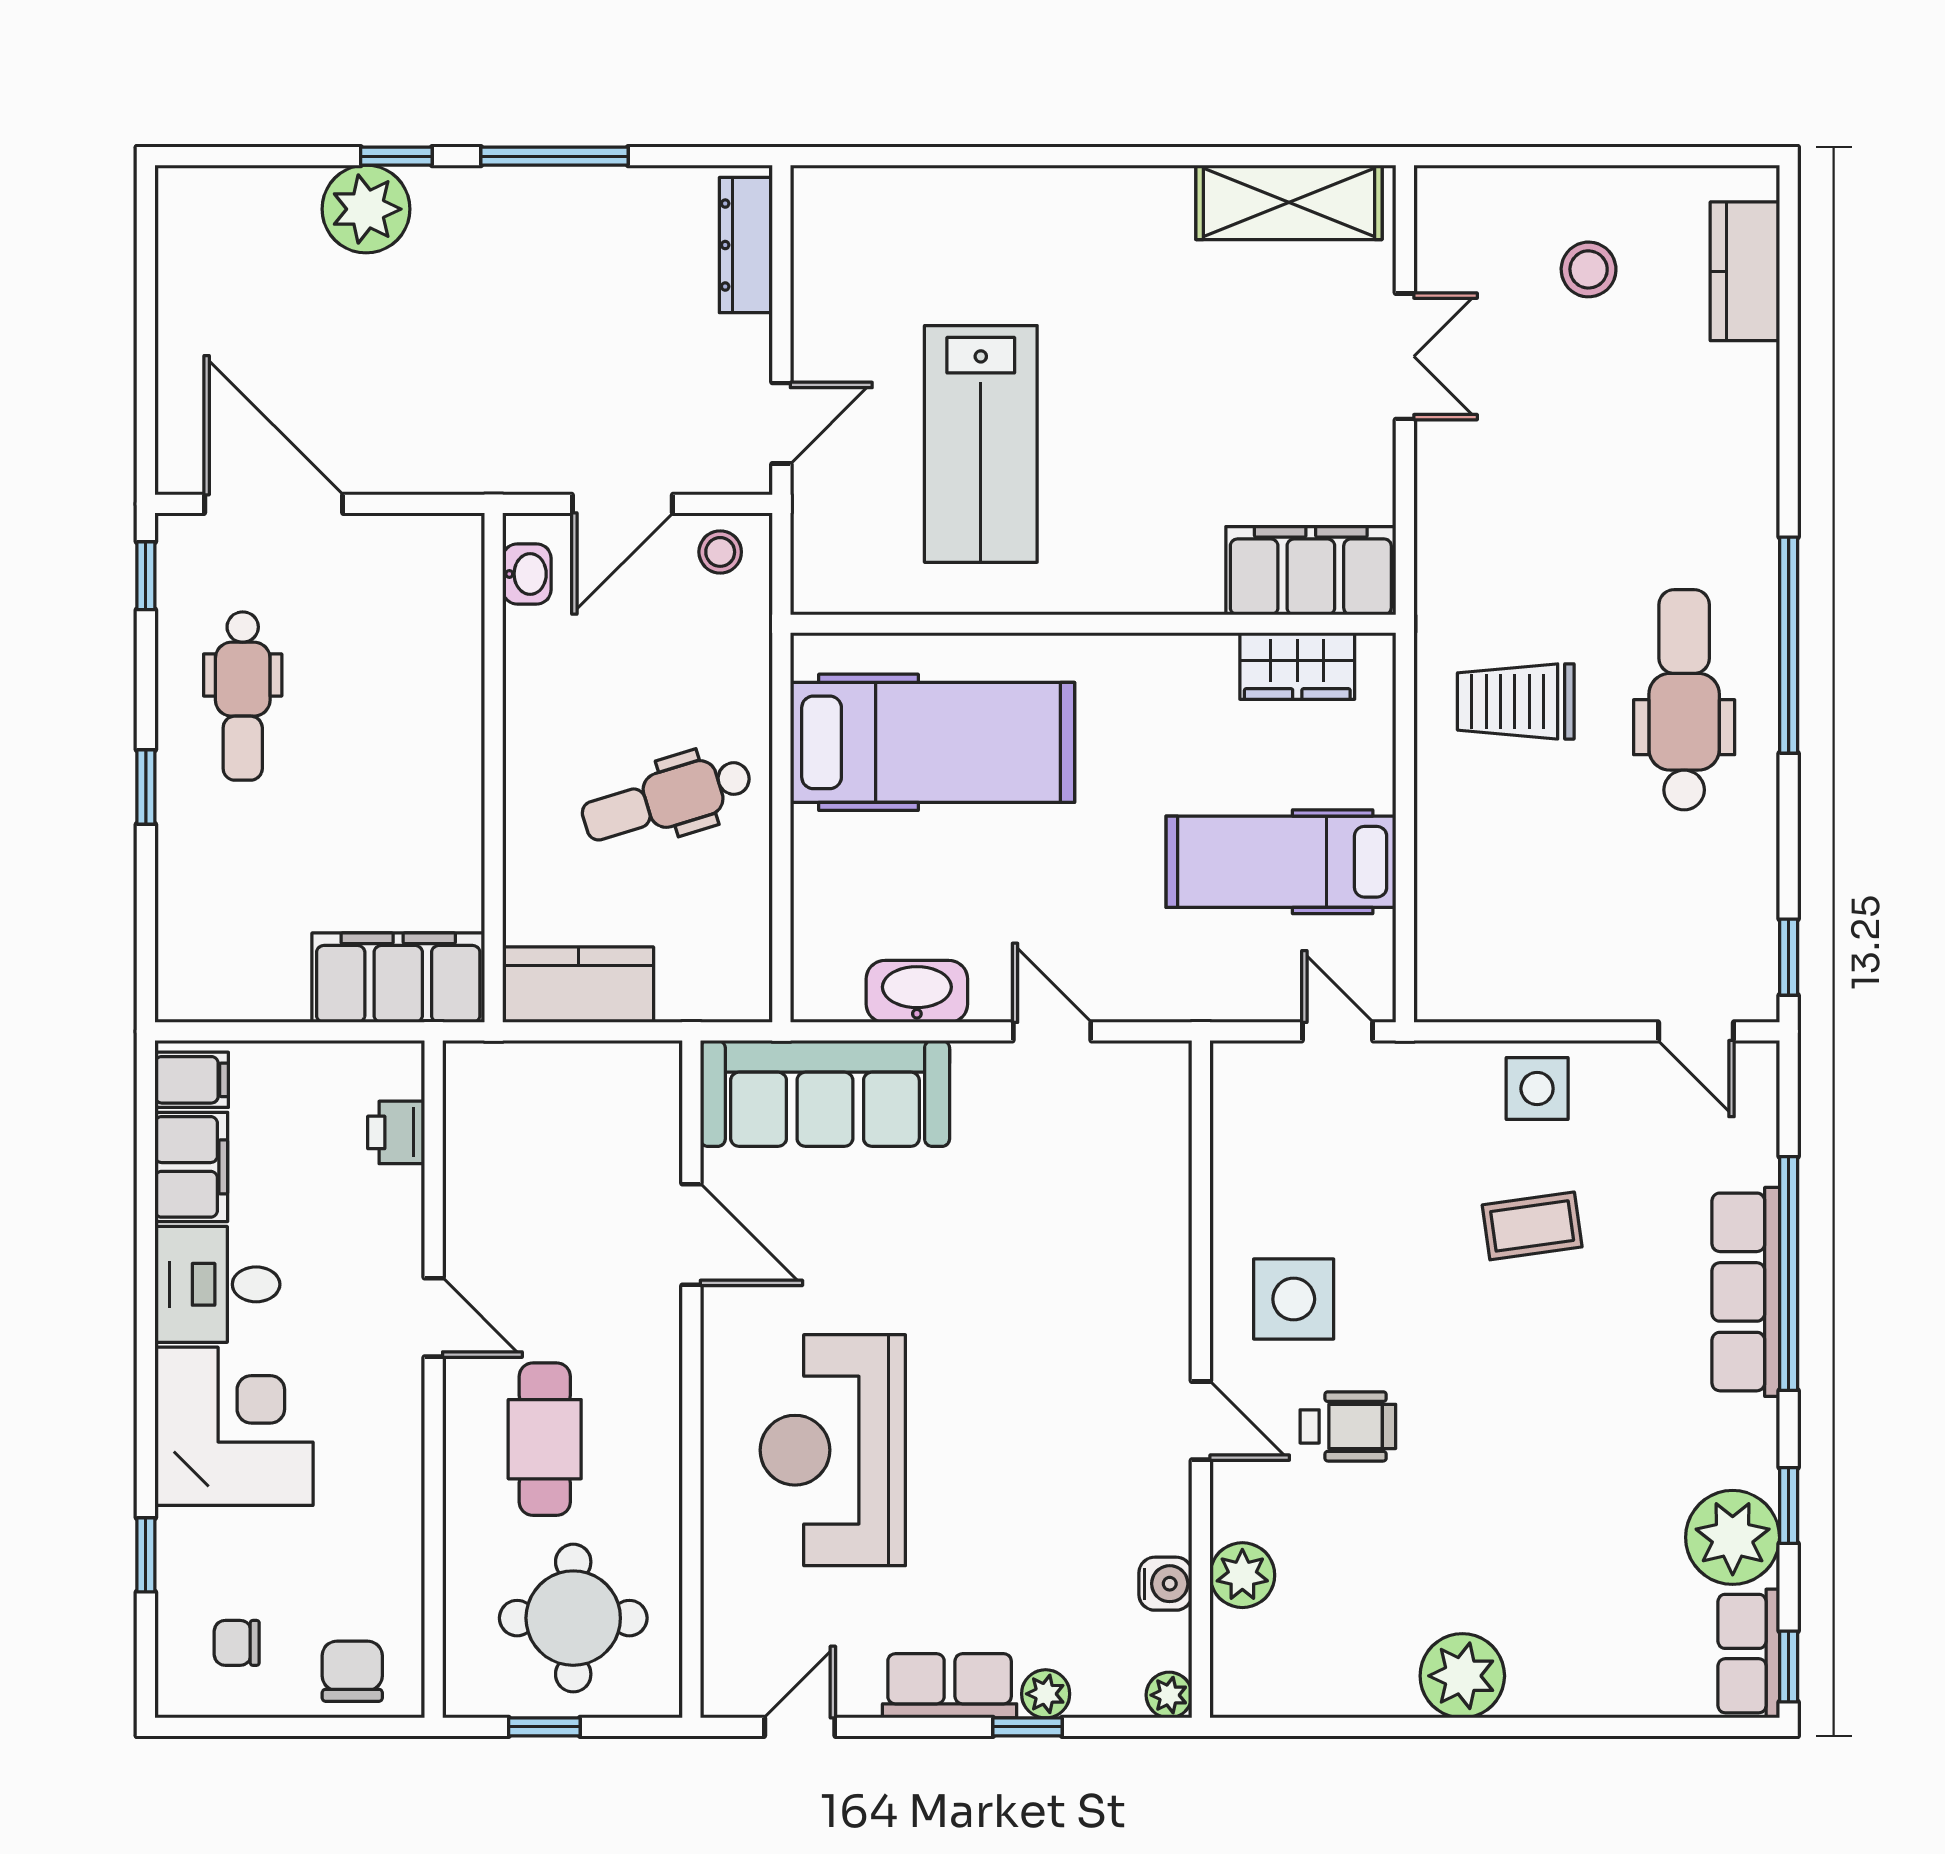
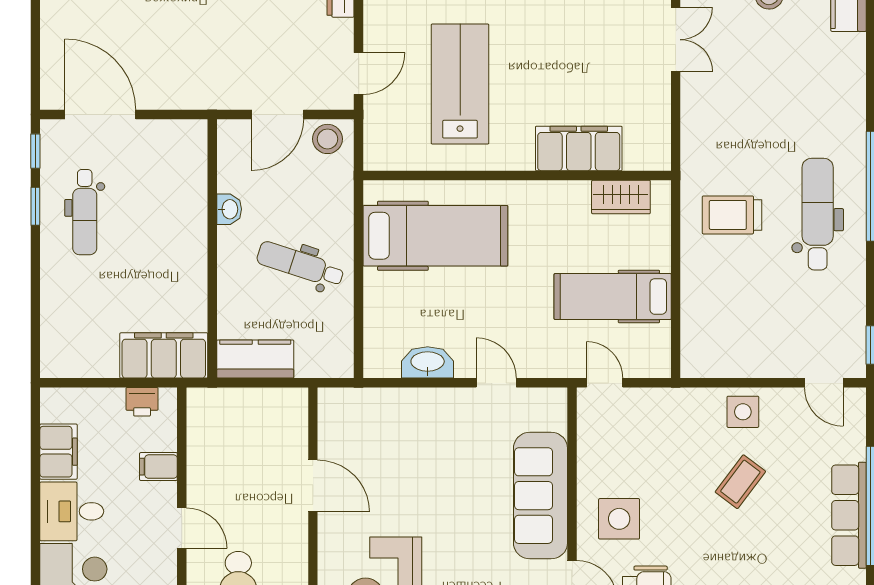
lab bench: (981, 444) -> (460, 84), turned 180
stool: (720, 552) -> (327, 139), width x1.37, depth x1.37
filing cabinet: (1311, 571) -> (579, 148), moved
washbasin: (527, 574) -> (229, 209), moved
window: (146, 787) -> (35, 206), moved
dental chair: (667, 799) -> (300, 265), turned 35
door: (1338, 1031) -> (605, 383), moved
filing cabinet: (192, 1080) -> (158, 467), moved, turned 180
sofa: (825, 1093) -> (540, 496), moved, turned 90
printer: (396, 1132) -> (142, 402), moved, turned -90
coffee table: (1532, 1226) -> (740, 482), turned -45

